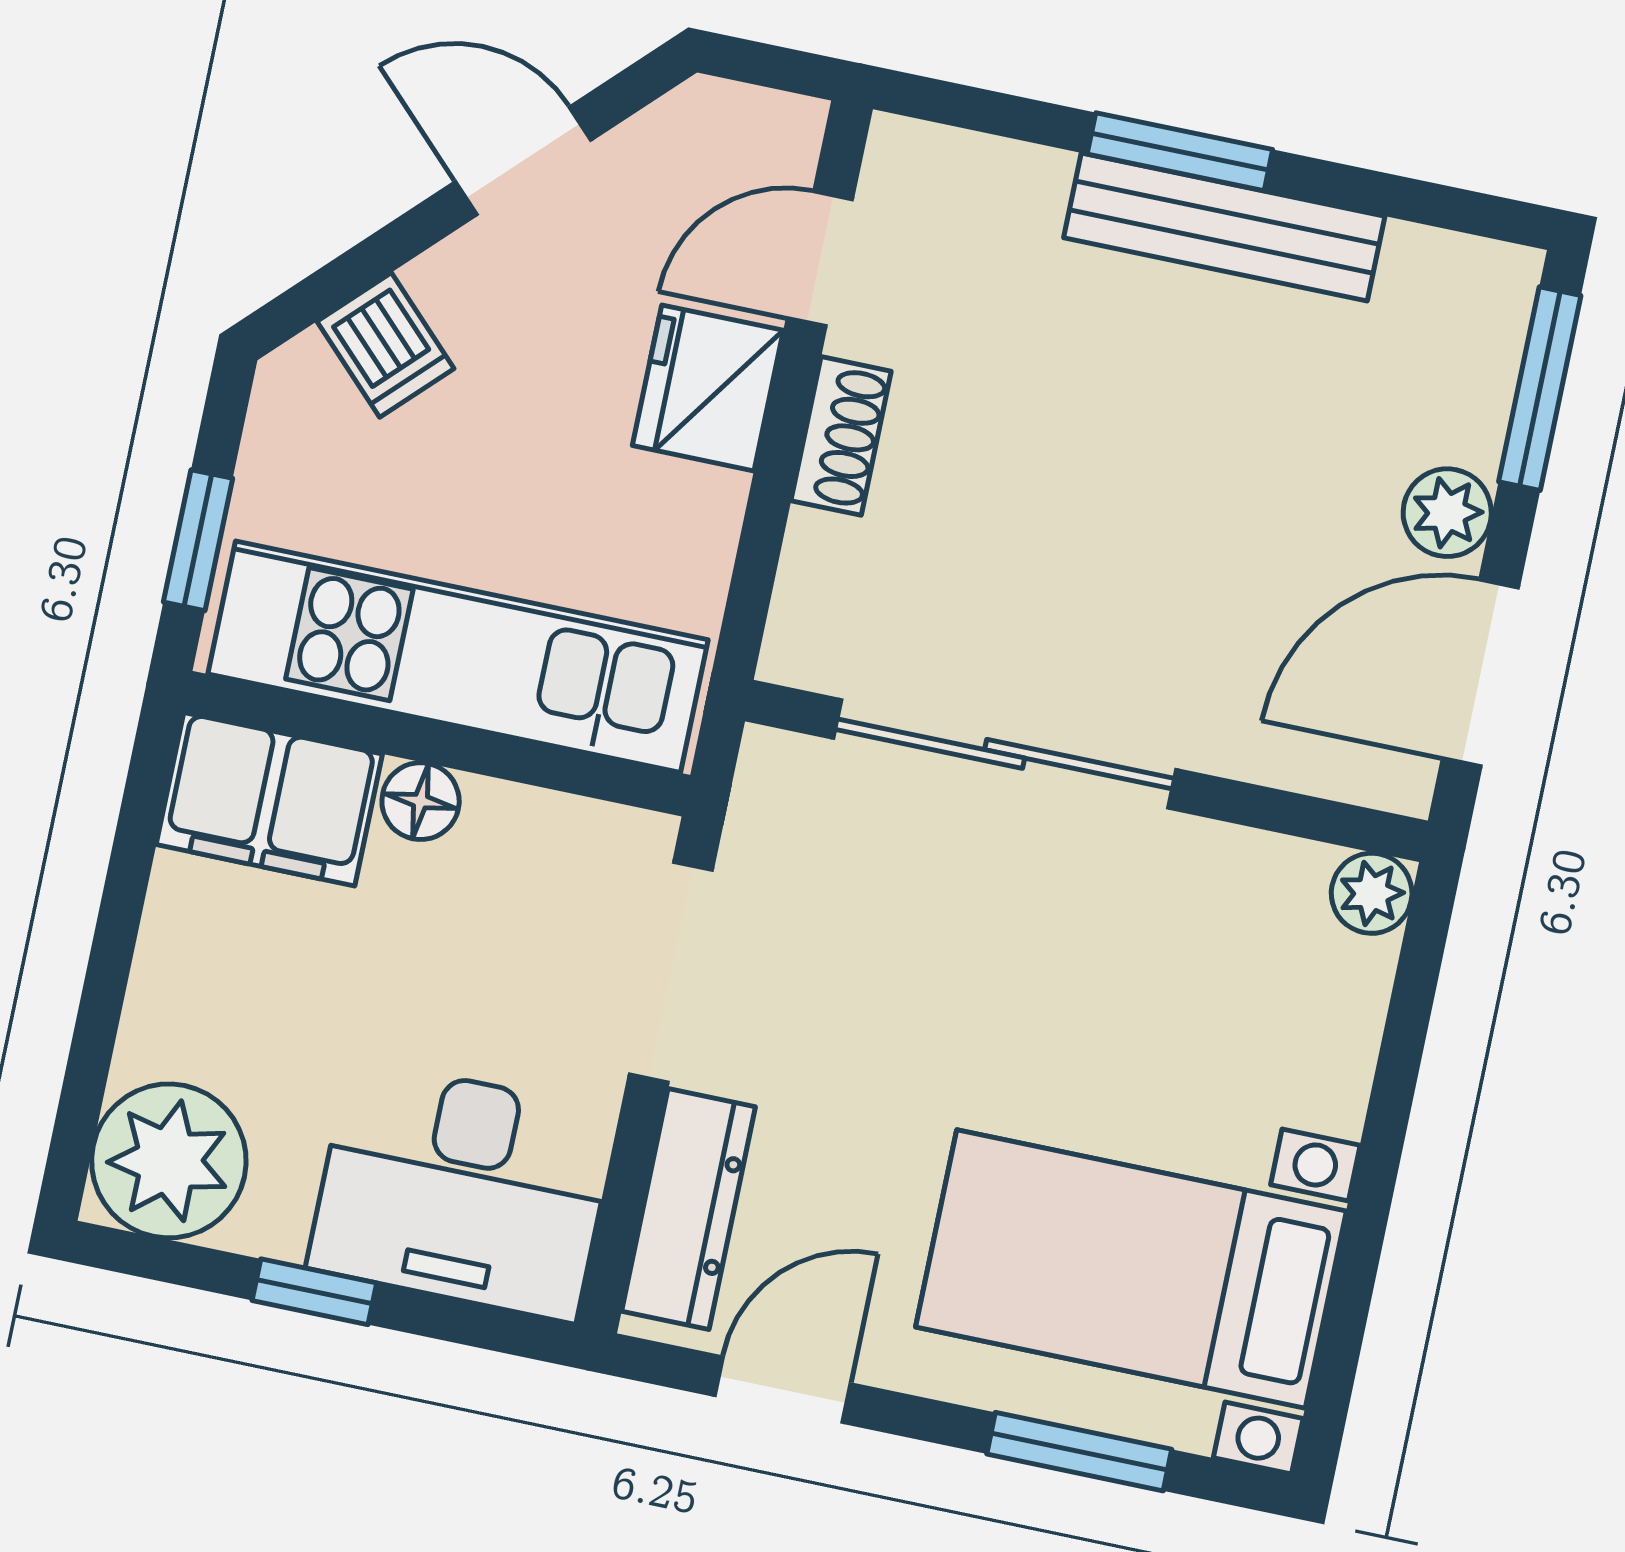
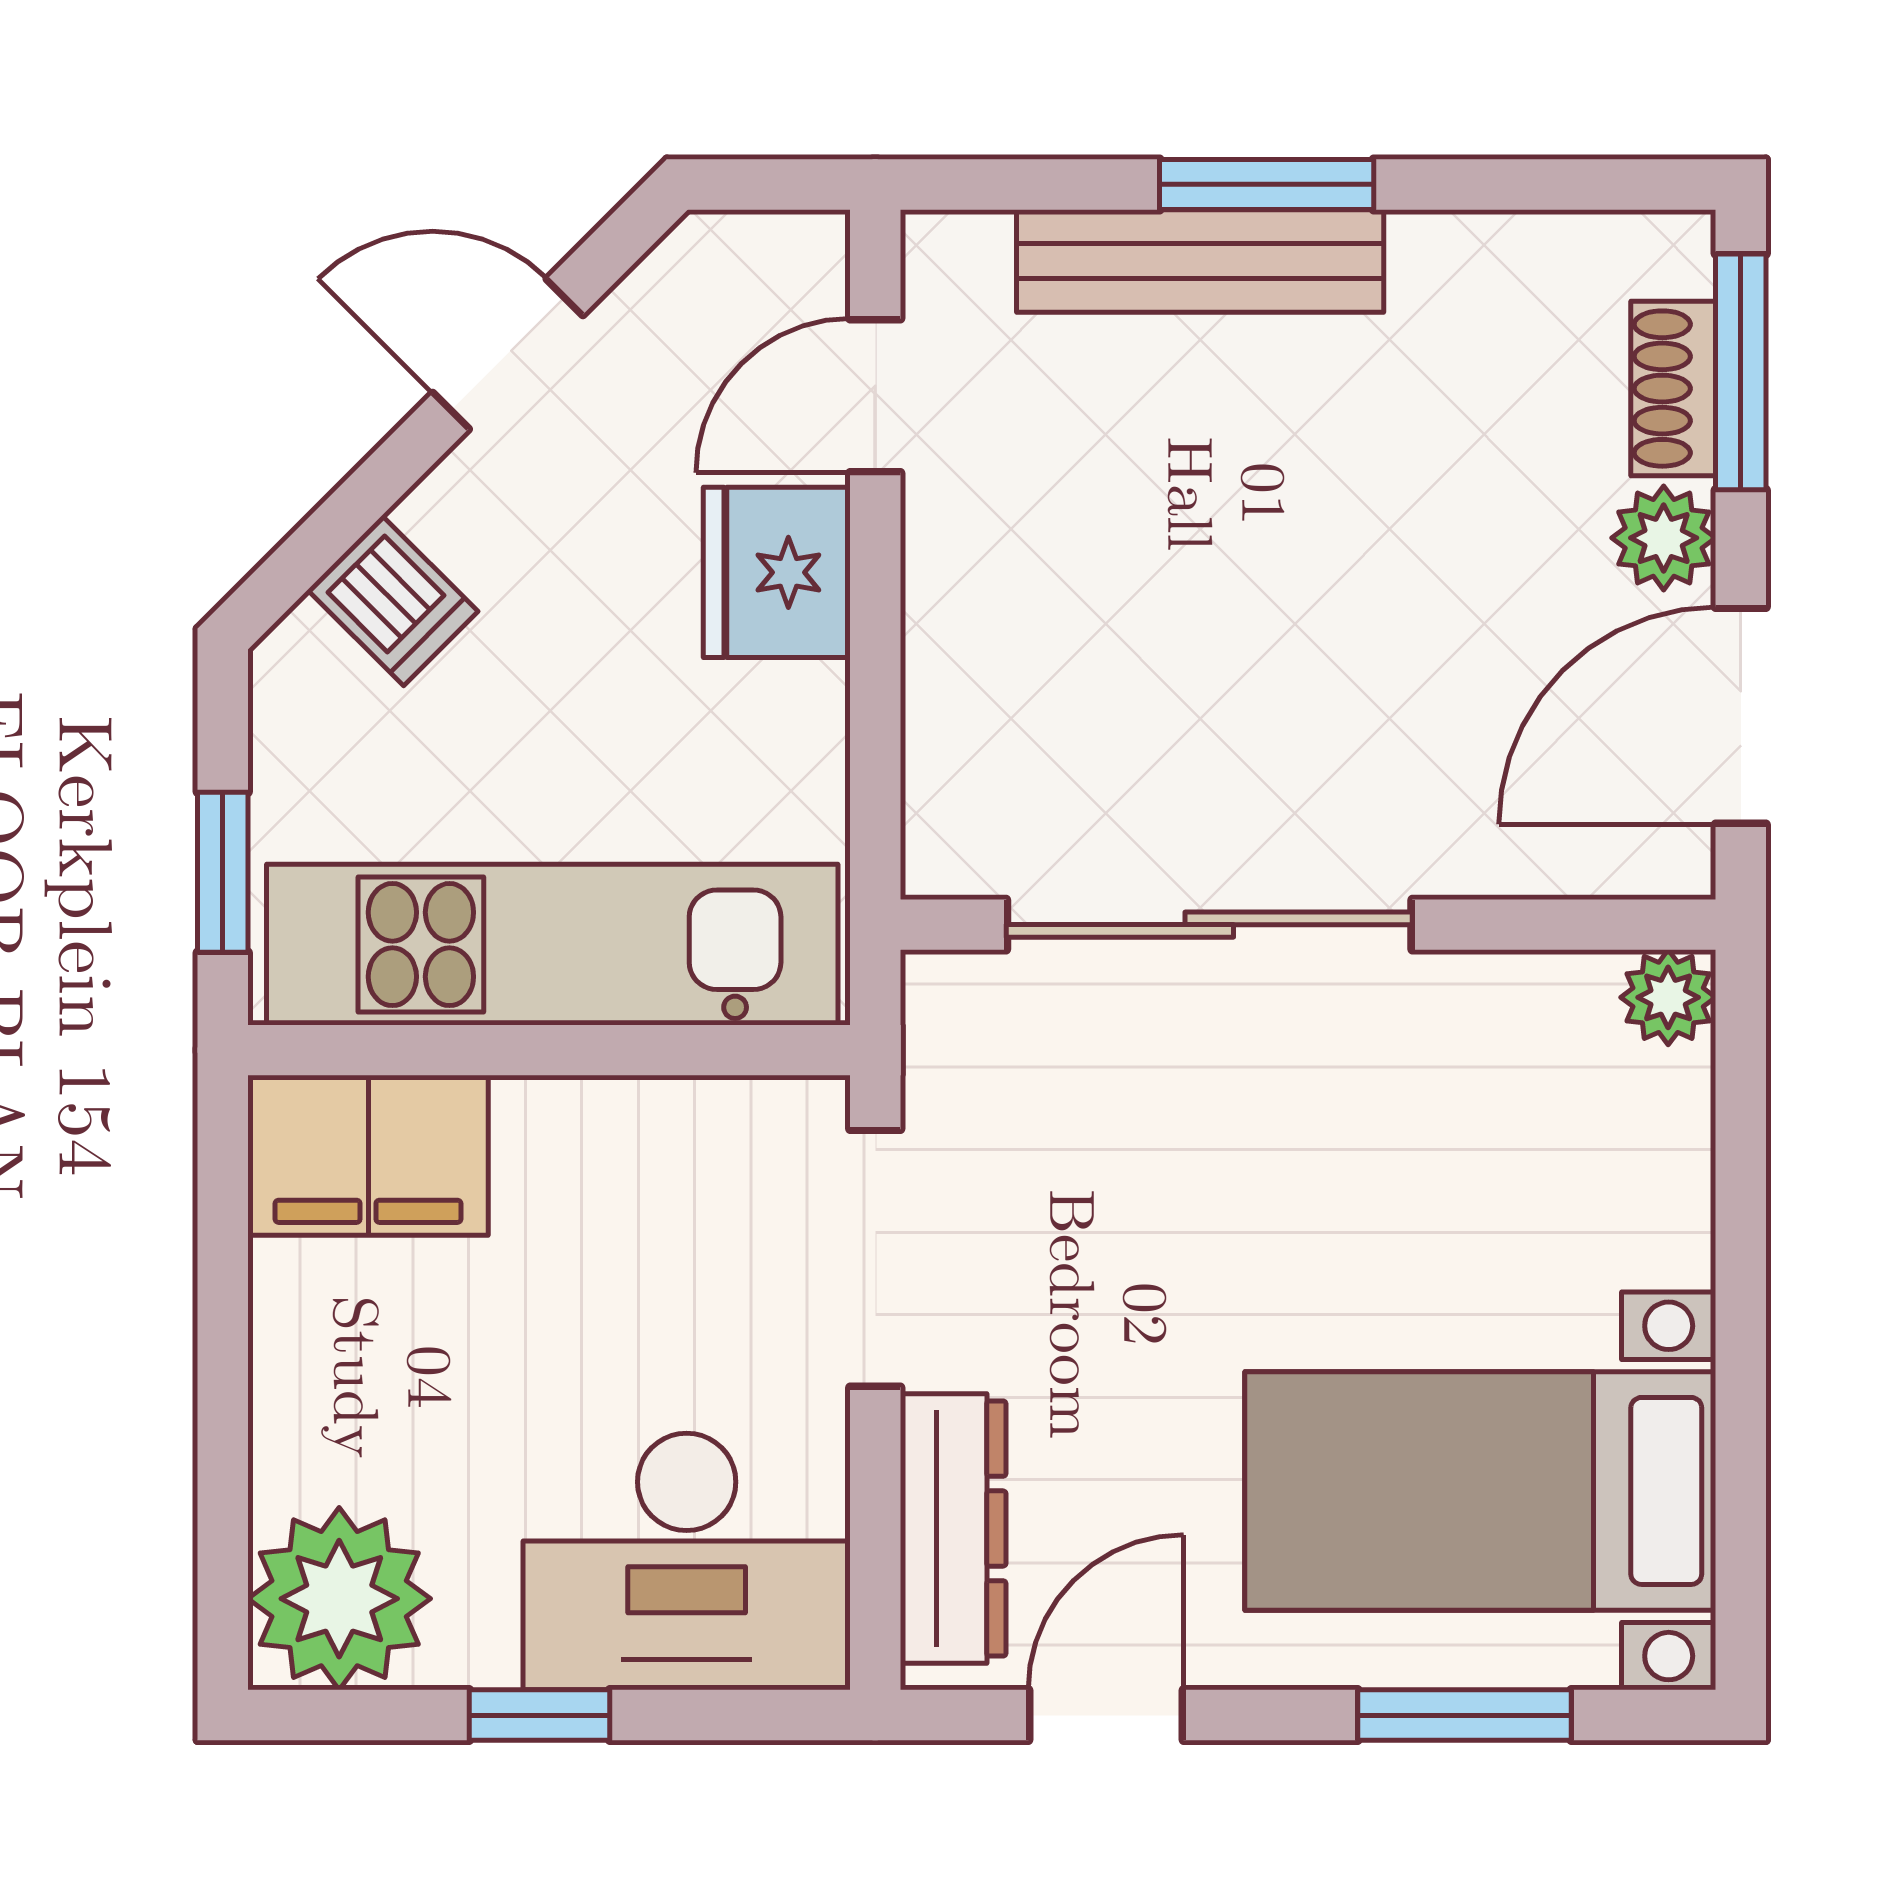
bench: (1224, 227) -> (1200, 261), moved
shoe rack: (841, 436) -> (1673, 389), moved, turned 180
floor lamp: (421, 801) -> (544, 1121), removed

